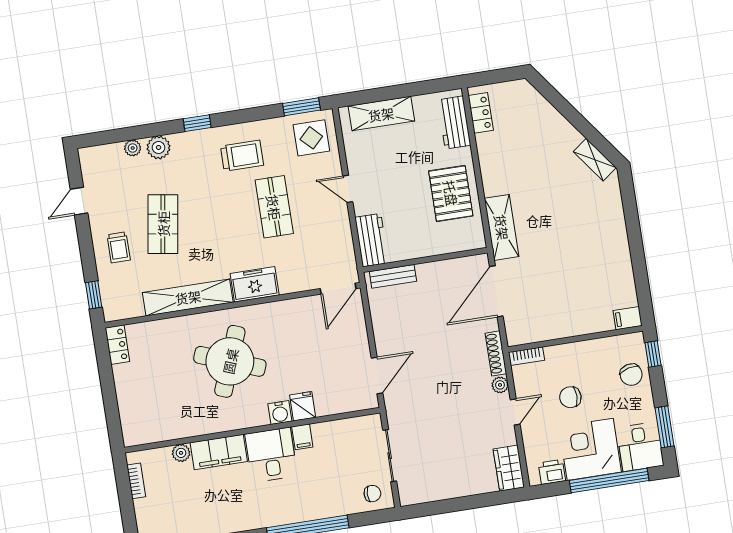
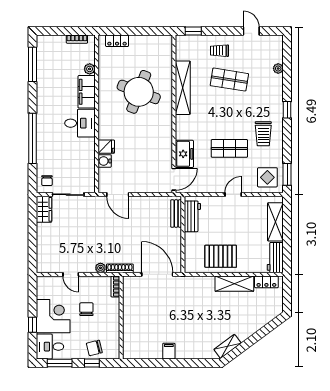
workbench: (454, 122) -> (275, 258), moved, turned -90
plant: (159, 147) -> (276, 84), removed
shelving: (502, 227) -> (234, 284), moved
workbench: (372, 240) -> (192, 216), moved, turned -90
freezer: (255, 284) -> (184, 154), moved
door: (338, 289) -> (174, 179), swing flipped
filing cabinet: (628, 318) -> (169, 351), moved
locker: (117, 345) -> (117, 41), moved
window: (653, 354) -> (92, 363), moved
round table: (230, 361) -> (139, 92), moved
door: (515, 412) -> (71, 274), moved
water cooler: (280, 413) -> (105, 161), moved
filing cabinet: (302, 437) -> (88, 144), removed
wardrobe: (509, 468) -> (44, 209), moved, turned 90
printer: (552, 472) -> (43, 291), removed
window: (609, 481) -> (32, 325), width x0.32

